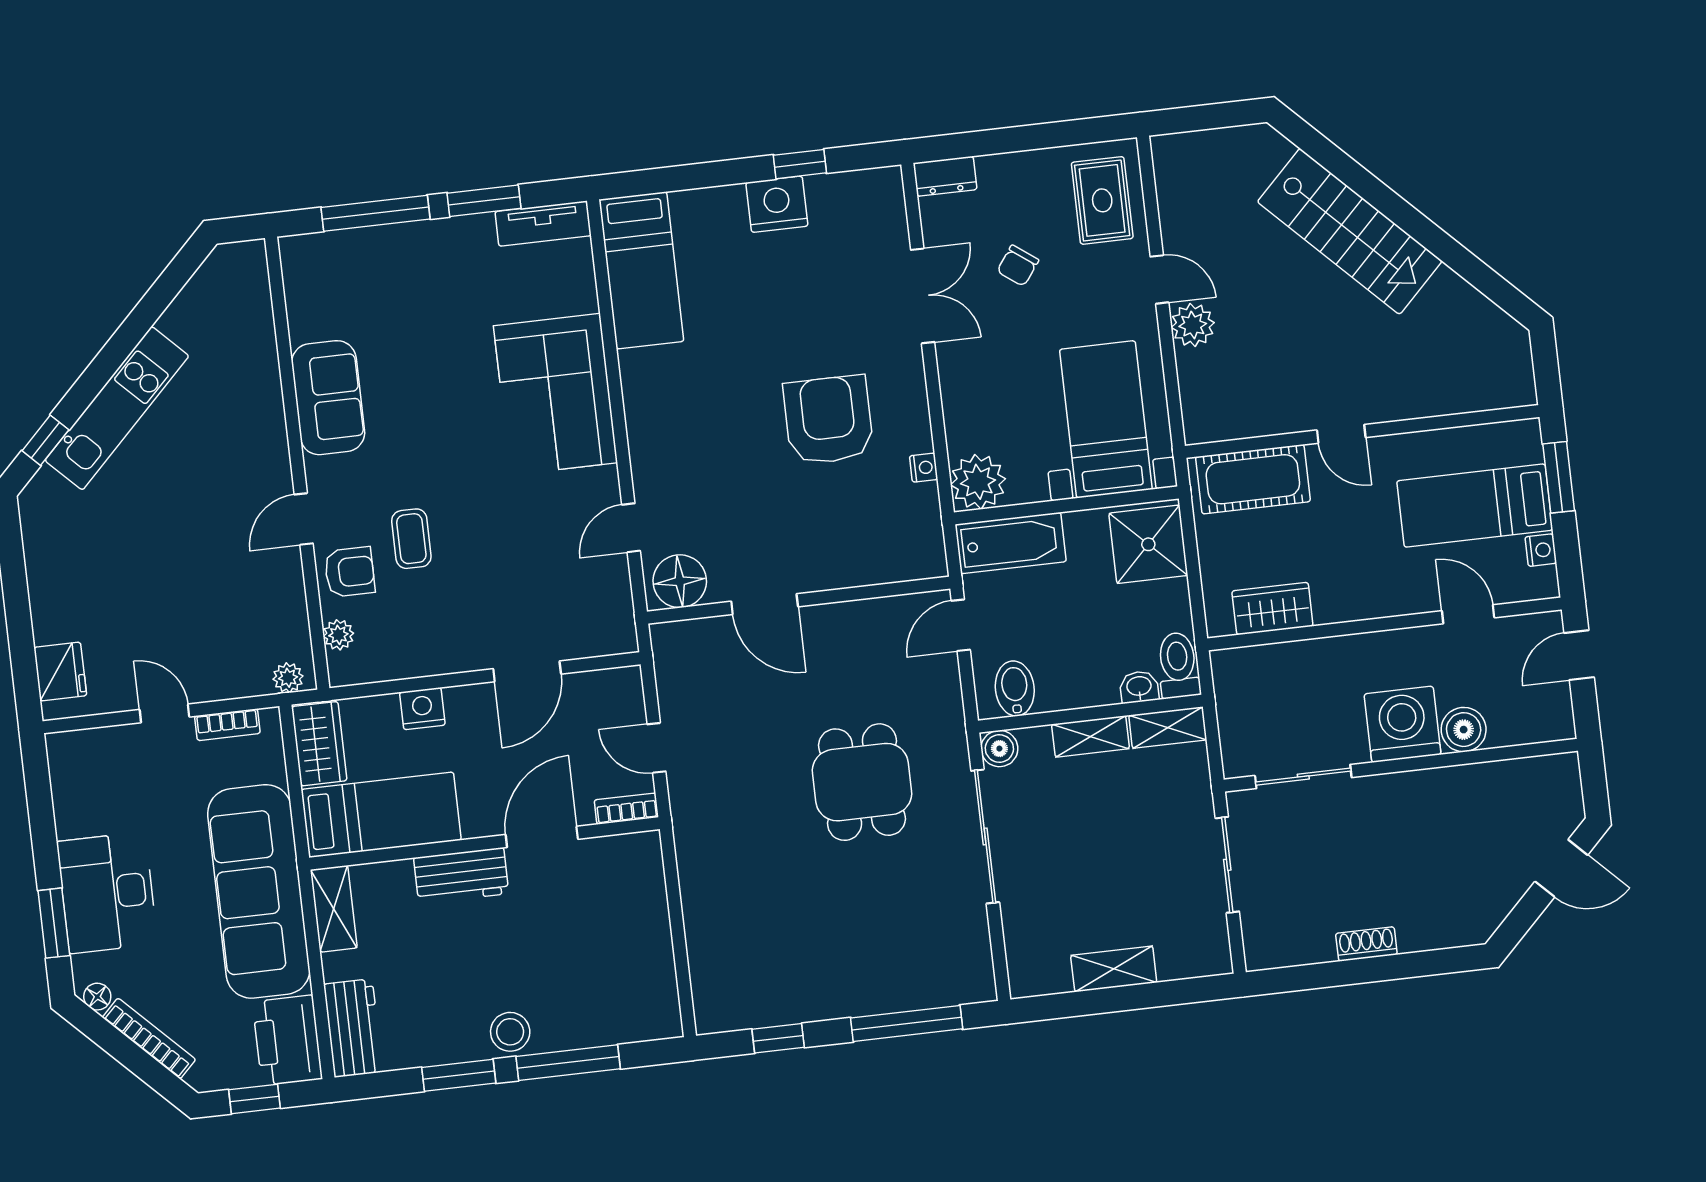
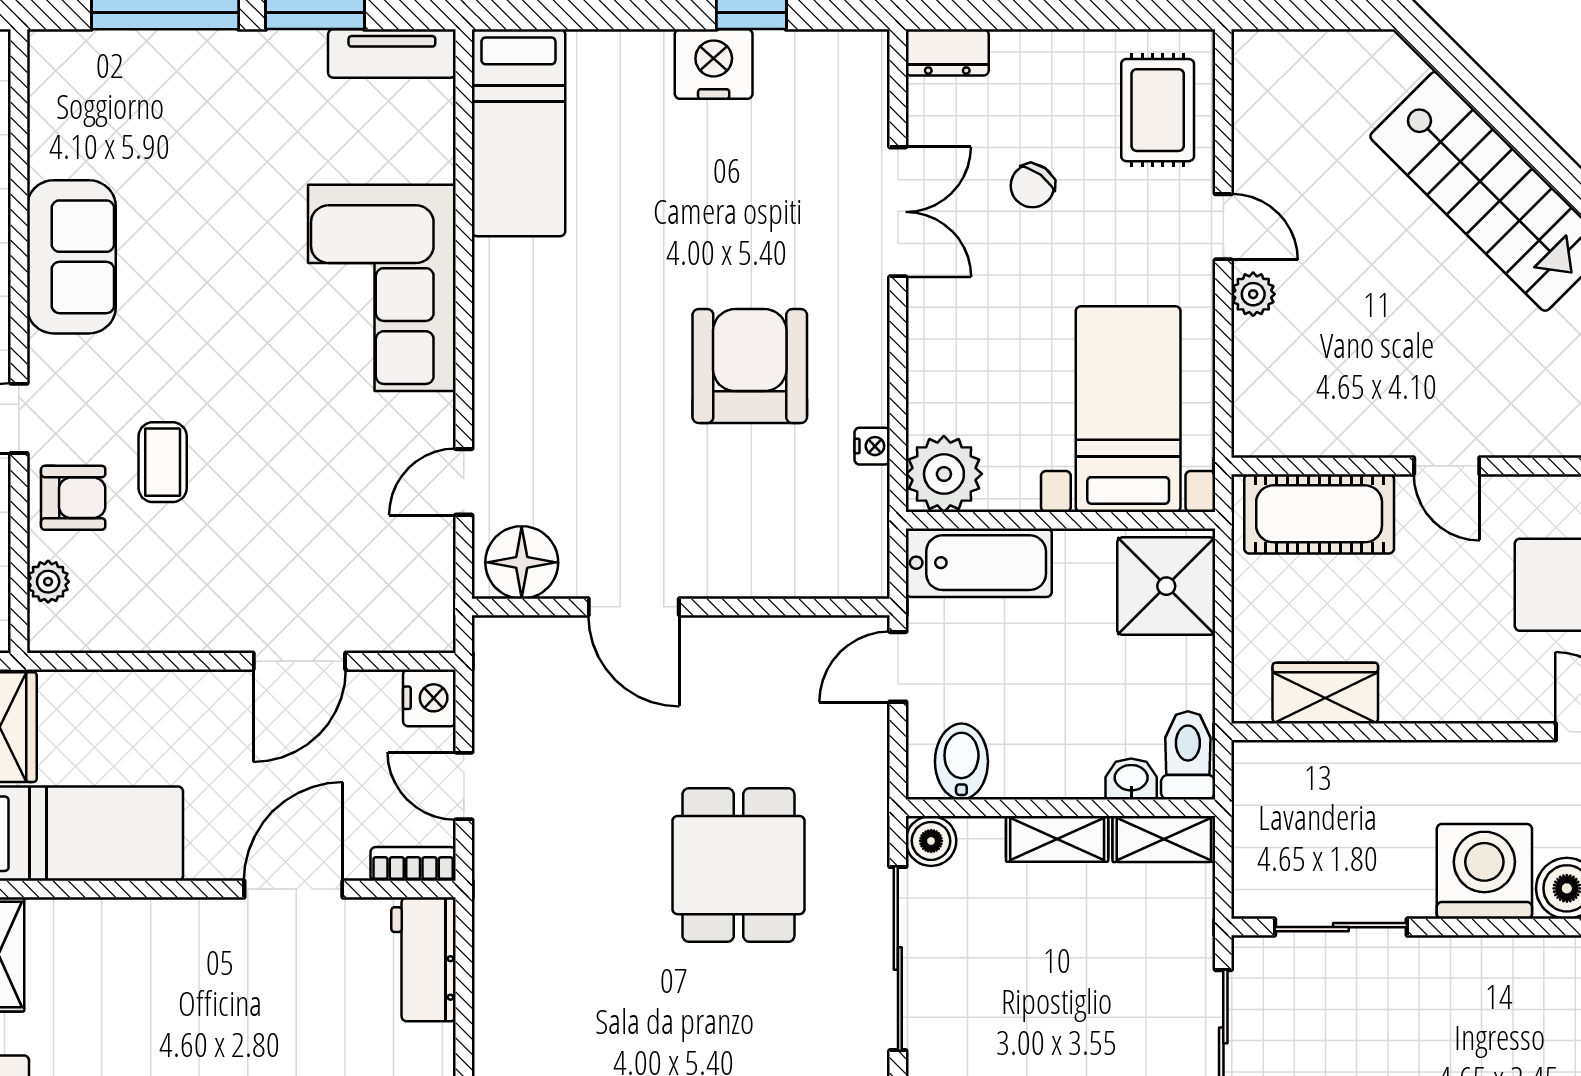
plant: (1193, 325) -> (1253, 294), width x0.73, depth x0.73
nightstand: (422, 709) -> (429, 698), moved, turned 90
workbench: (461, 876) -> (424, 959), moved, turned 90

